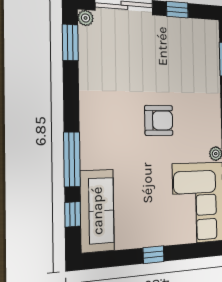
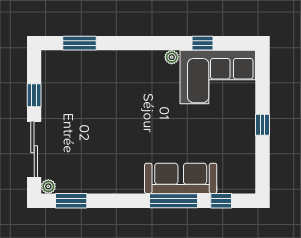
armchair: (159, 120) -> (140, 117), removed
sofa: (97, 211) -> (181, 178), moved

